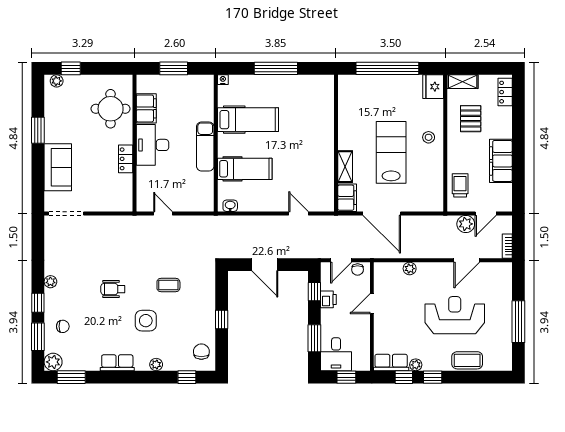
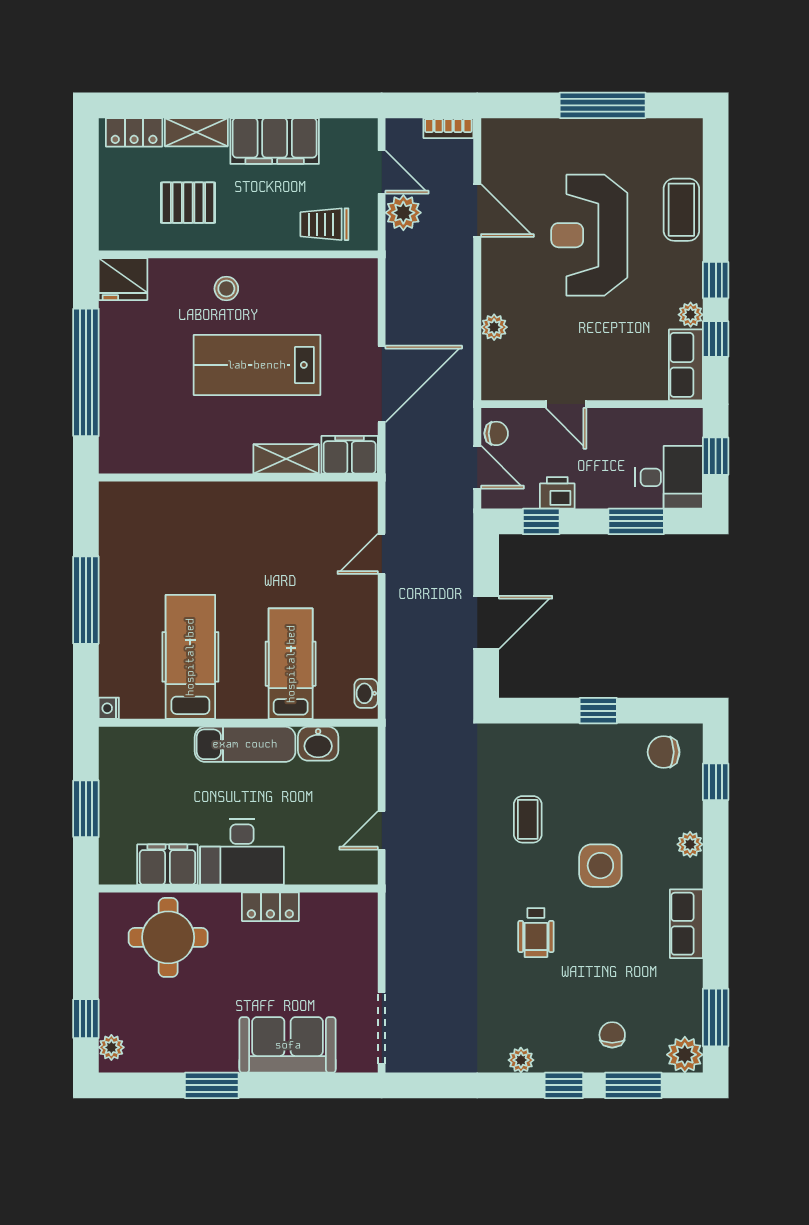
shelving: (463, 82) -> (196, 132), moved, turned 90
washbasin: (205, 182) -> (318, 744), added

